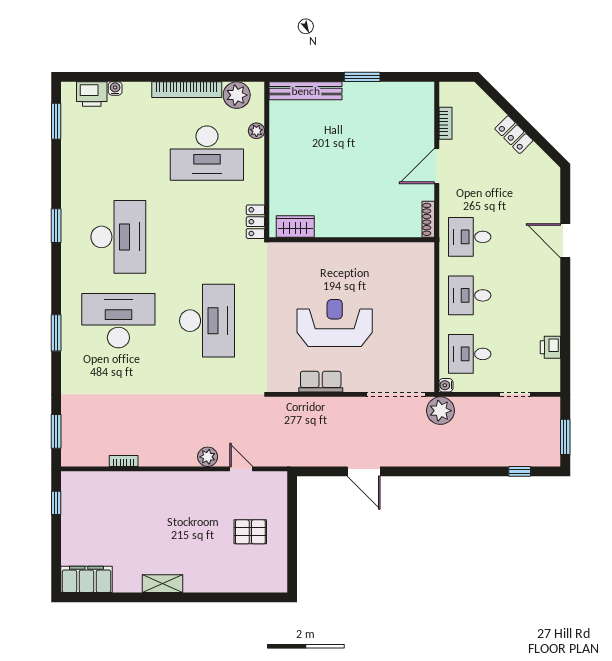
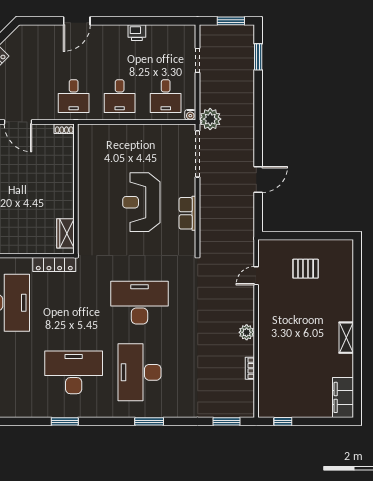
shoe rack: (428, 219) -> (64, 129), width x0.70
locker: (255, 222) -> (54, 265), width x1.53
printer: (550, 347) -> (137, 33), moved
plant: (208, 457) -> (247, 332), moved
window: (520, 471) -> (258, 57), width x1.50
pallet: (250, 532) -> (306, 269), turned 90

